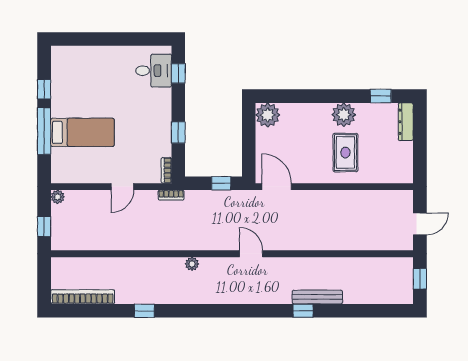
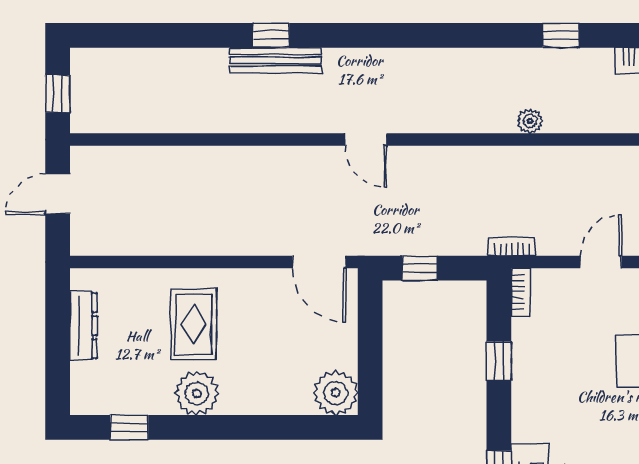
dresser: (406, 122) -> (83, 326), moved
plant: (192, 264) -> (530, 121), moved
bench: (317, 297) -> (275, 60), moved

